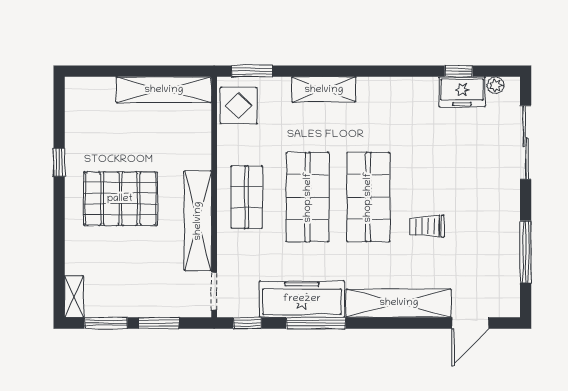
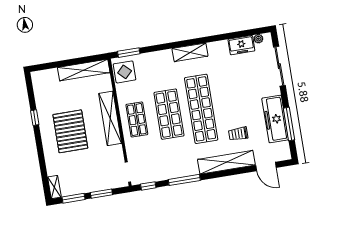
window: (459, 71) -> (238, 34), removed
shelving: (324, 90) -> (190, 52), moved
shop shelf: (368, 197) -> (201, 109), width x1.40
pallet: (120, 199) -> (70, 131), turned 90
shelving: (198, 221) -> (110, 118), moved
trolley: (427, 226) -> (238, 134), moved
freezer: (302, 299) -> (275, 119), moved, turned -90
door: (470, 323) -> (266, 166), hinge flipped

